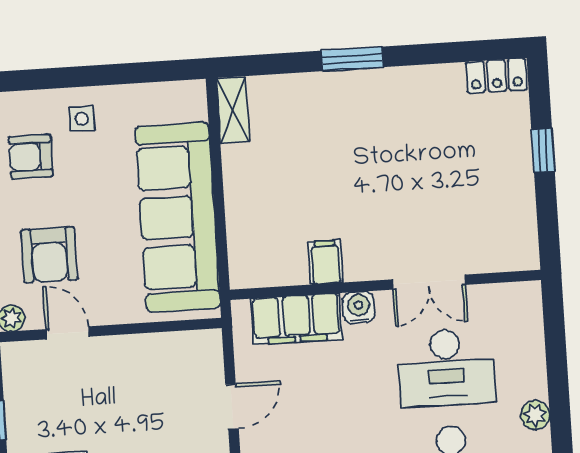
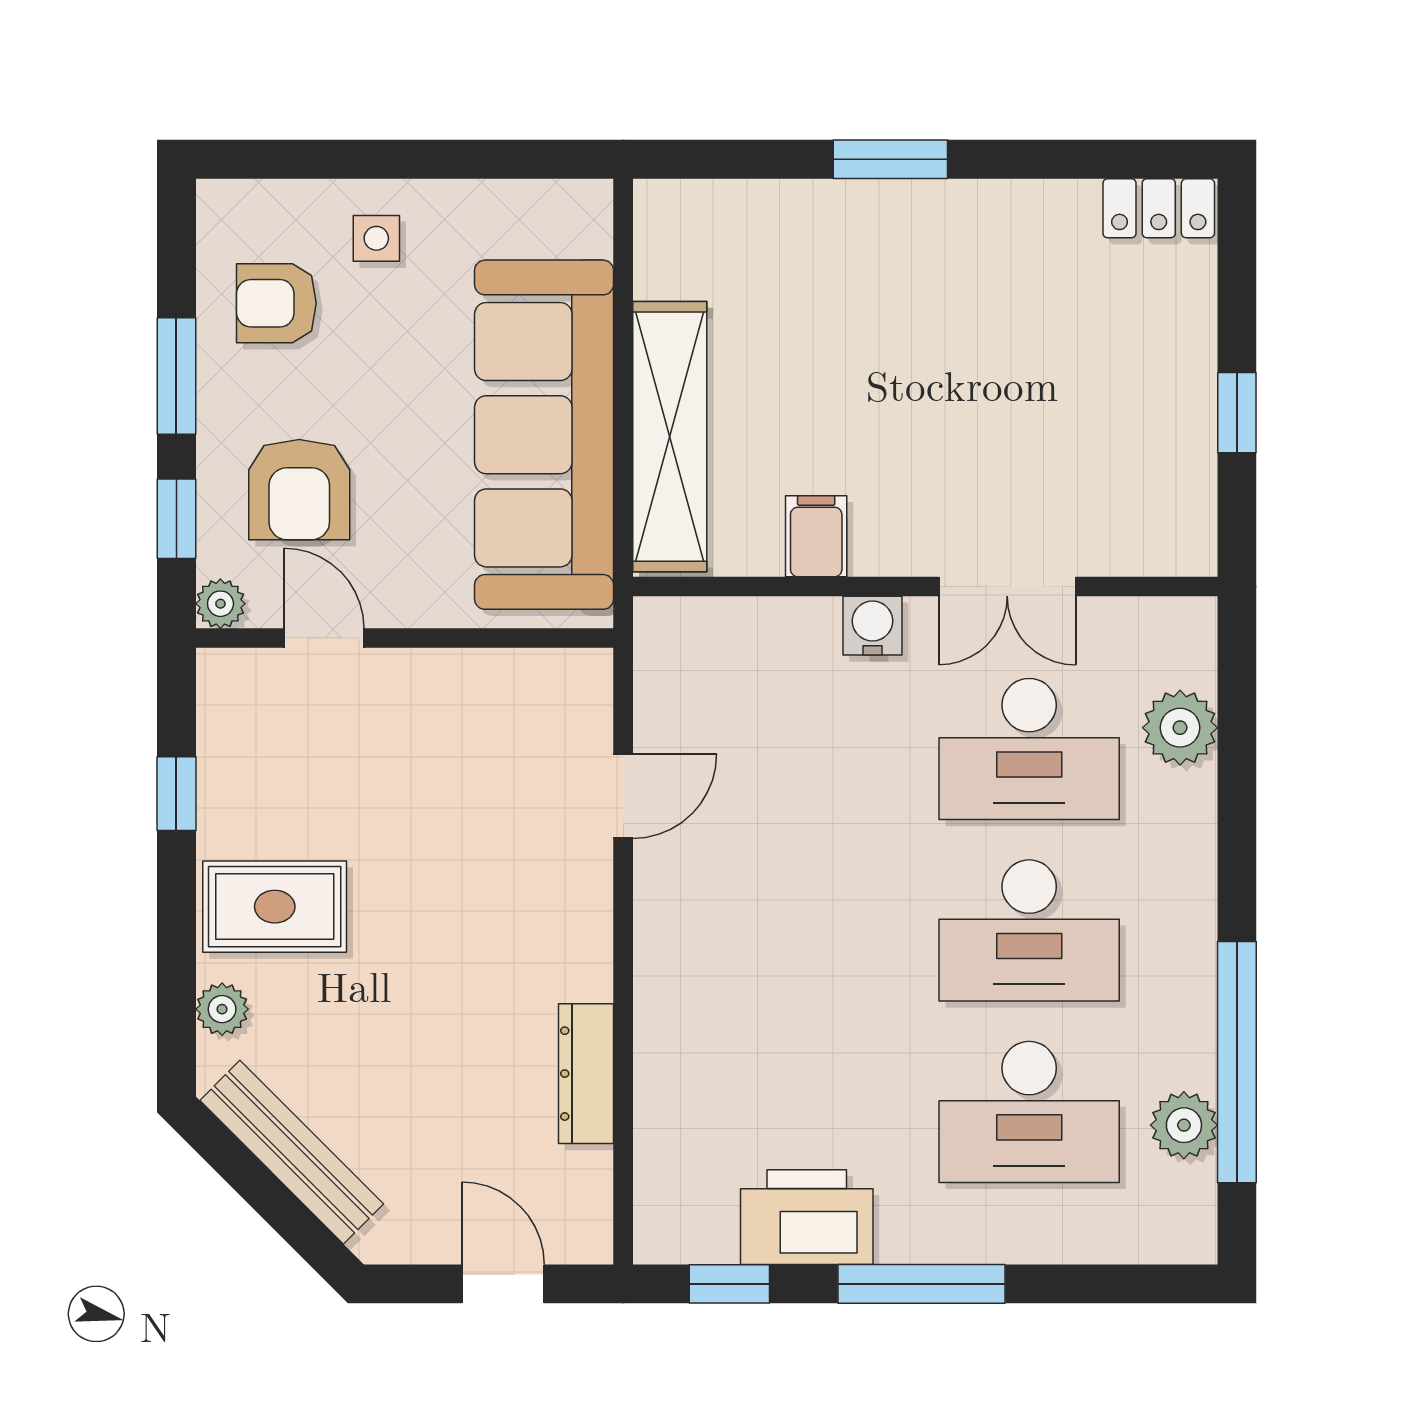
shelving: (233, 110) -> (670, 437), moved, width x2.20, depth x1.33
window: (543, 150) -> (1237, 413), moved
filing cabinet: (296, 319) -> (754, 640), removed
plant: (535, 415) -> (1180, 728), moved, width x1.38, depth x1.38

